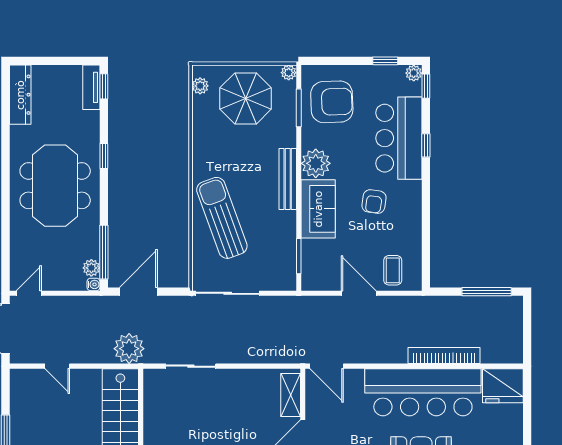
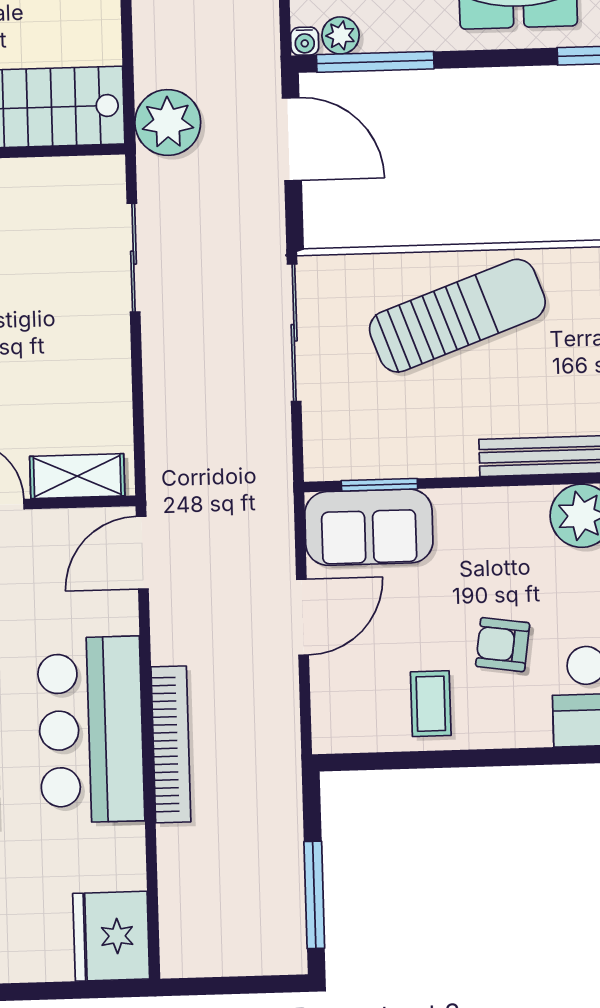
sofa: (318, 209) -> (369, 527), moved
coffee table: (393, 270) -> (431, 704), moved, turned 90
bookcase: (444, 356) -> (171, 744), moved
bar counter: (423, 392) -> (91, 730), width x0.73

